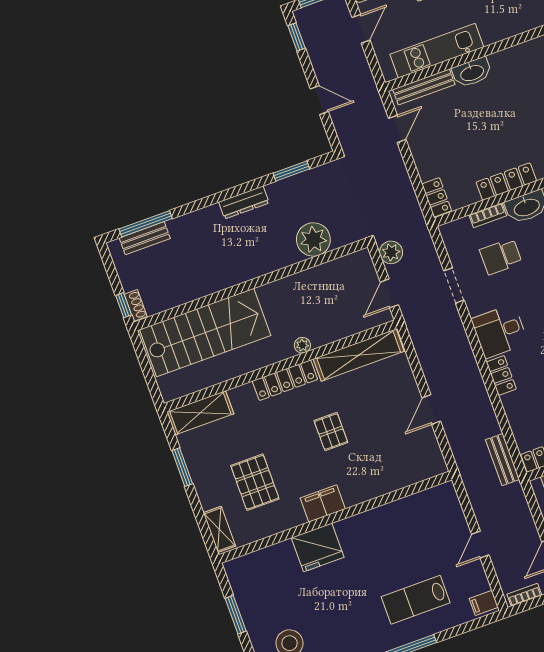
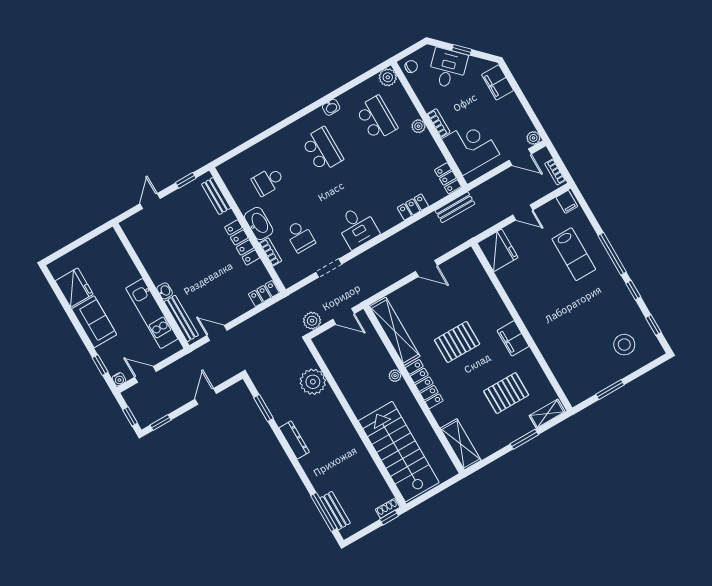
washbasin: (472, 72) -> (165, 291), width x0.52, depth x0.69
locker: (501, 375) -> (413, 207), moved
pallet: (331, 432) -> (457, 342), width x1.50, depth x1.42
window: (182, 467) -> (524, 439), moved
fridge: (318, 547) -> (498, 250), moved

